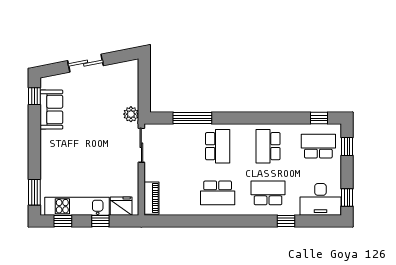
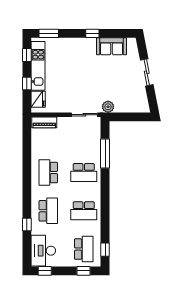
window: (34, 96) -> (92, 33), moved
school desk: (268, 146) -> (84, 211), turned 180

